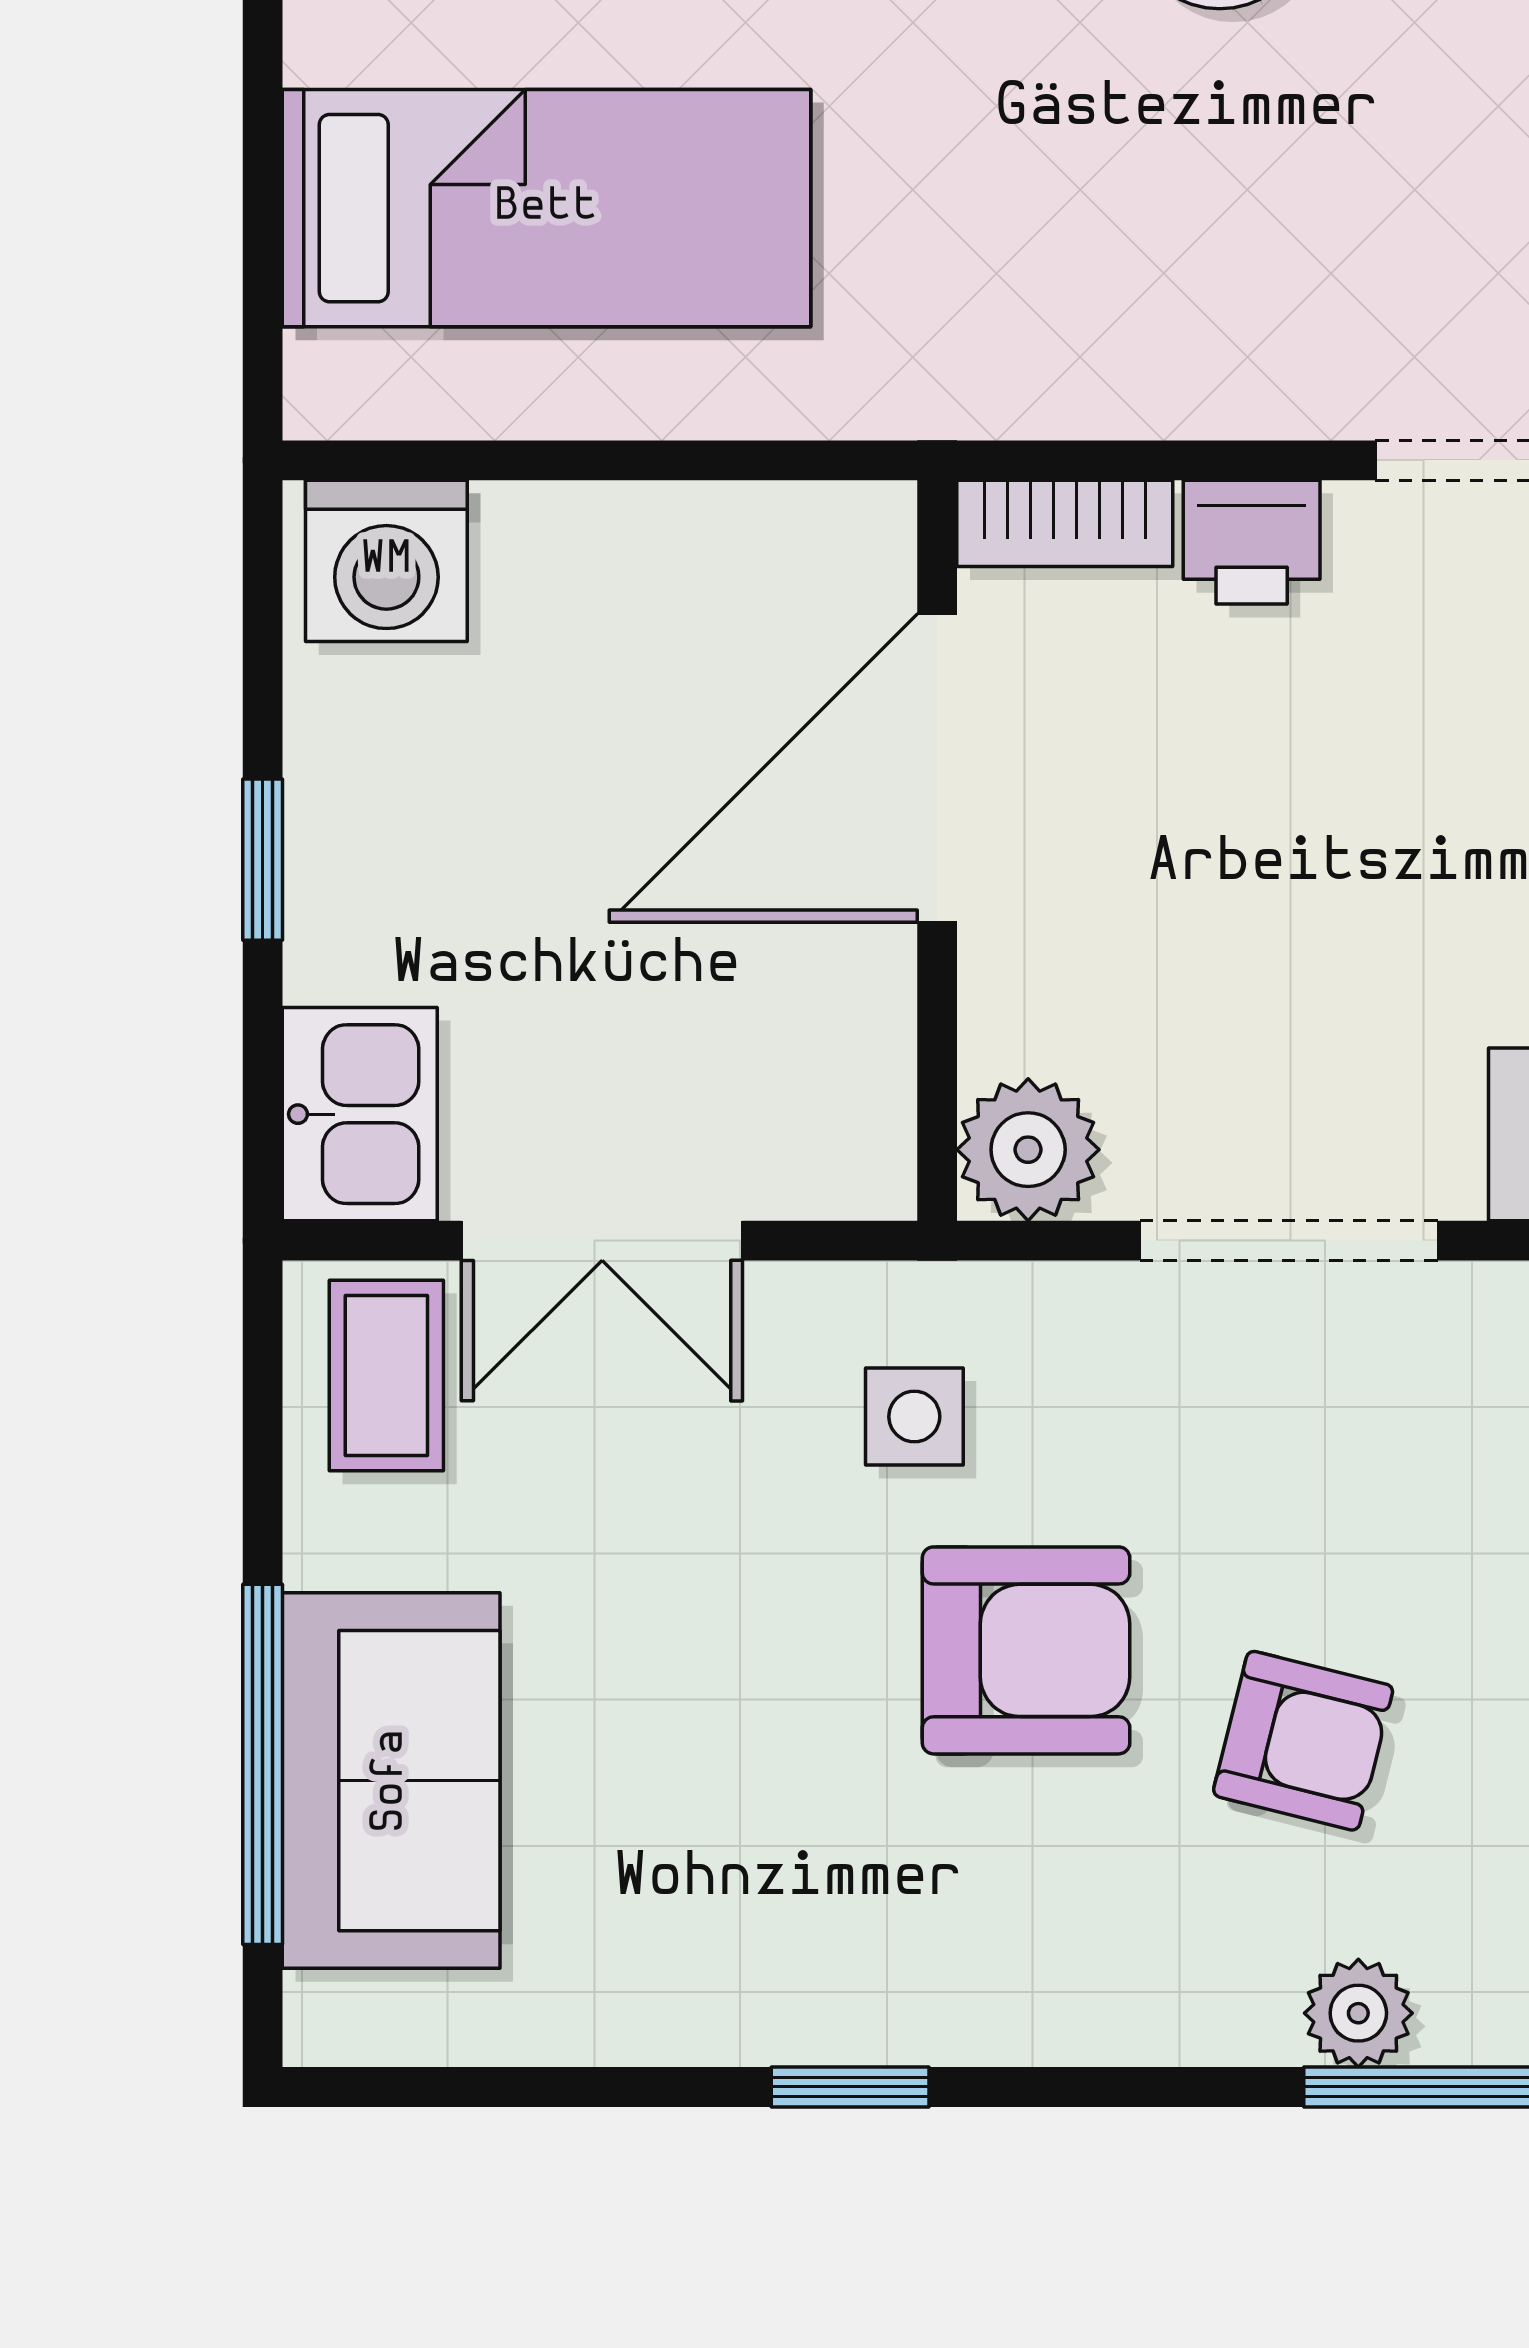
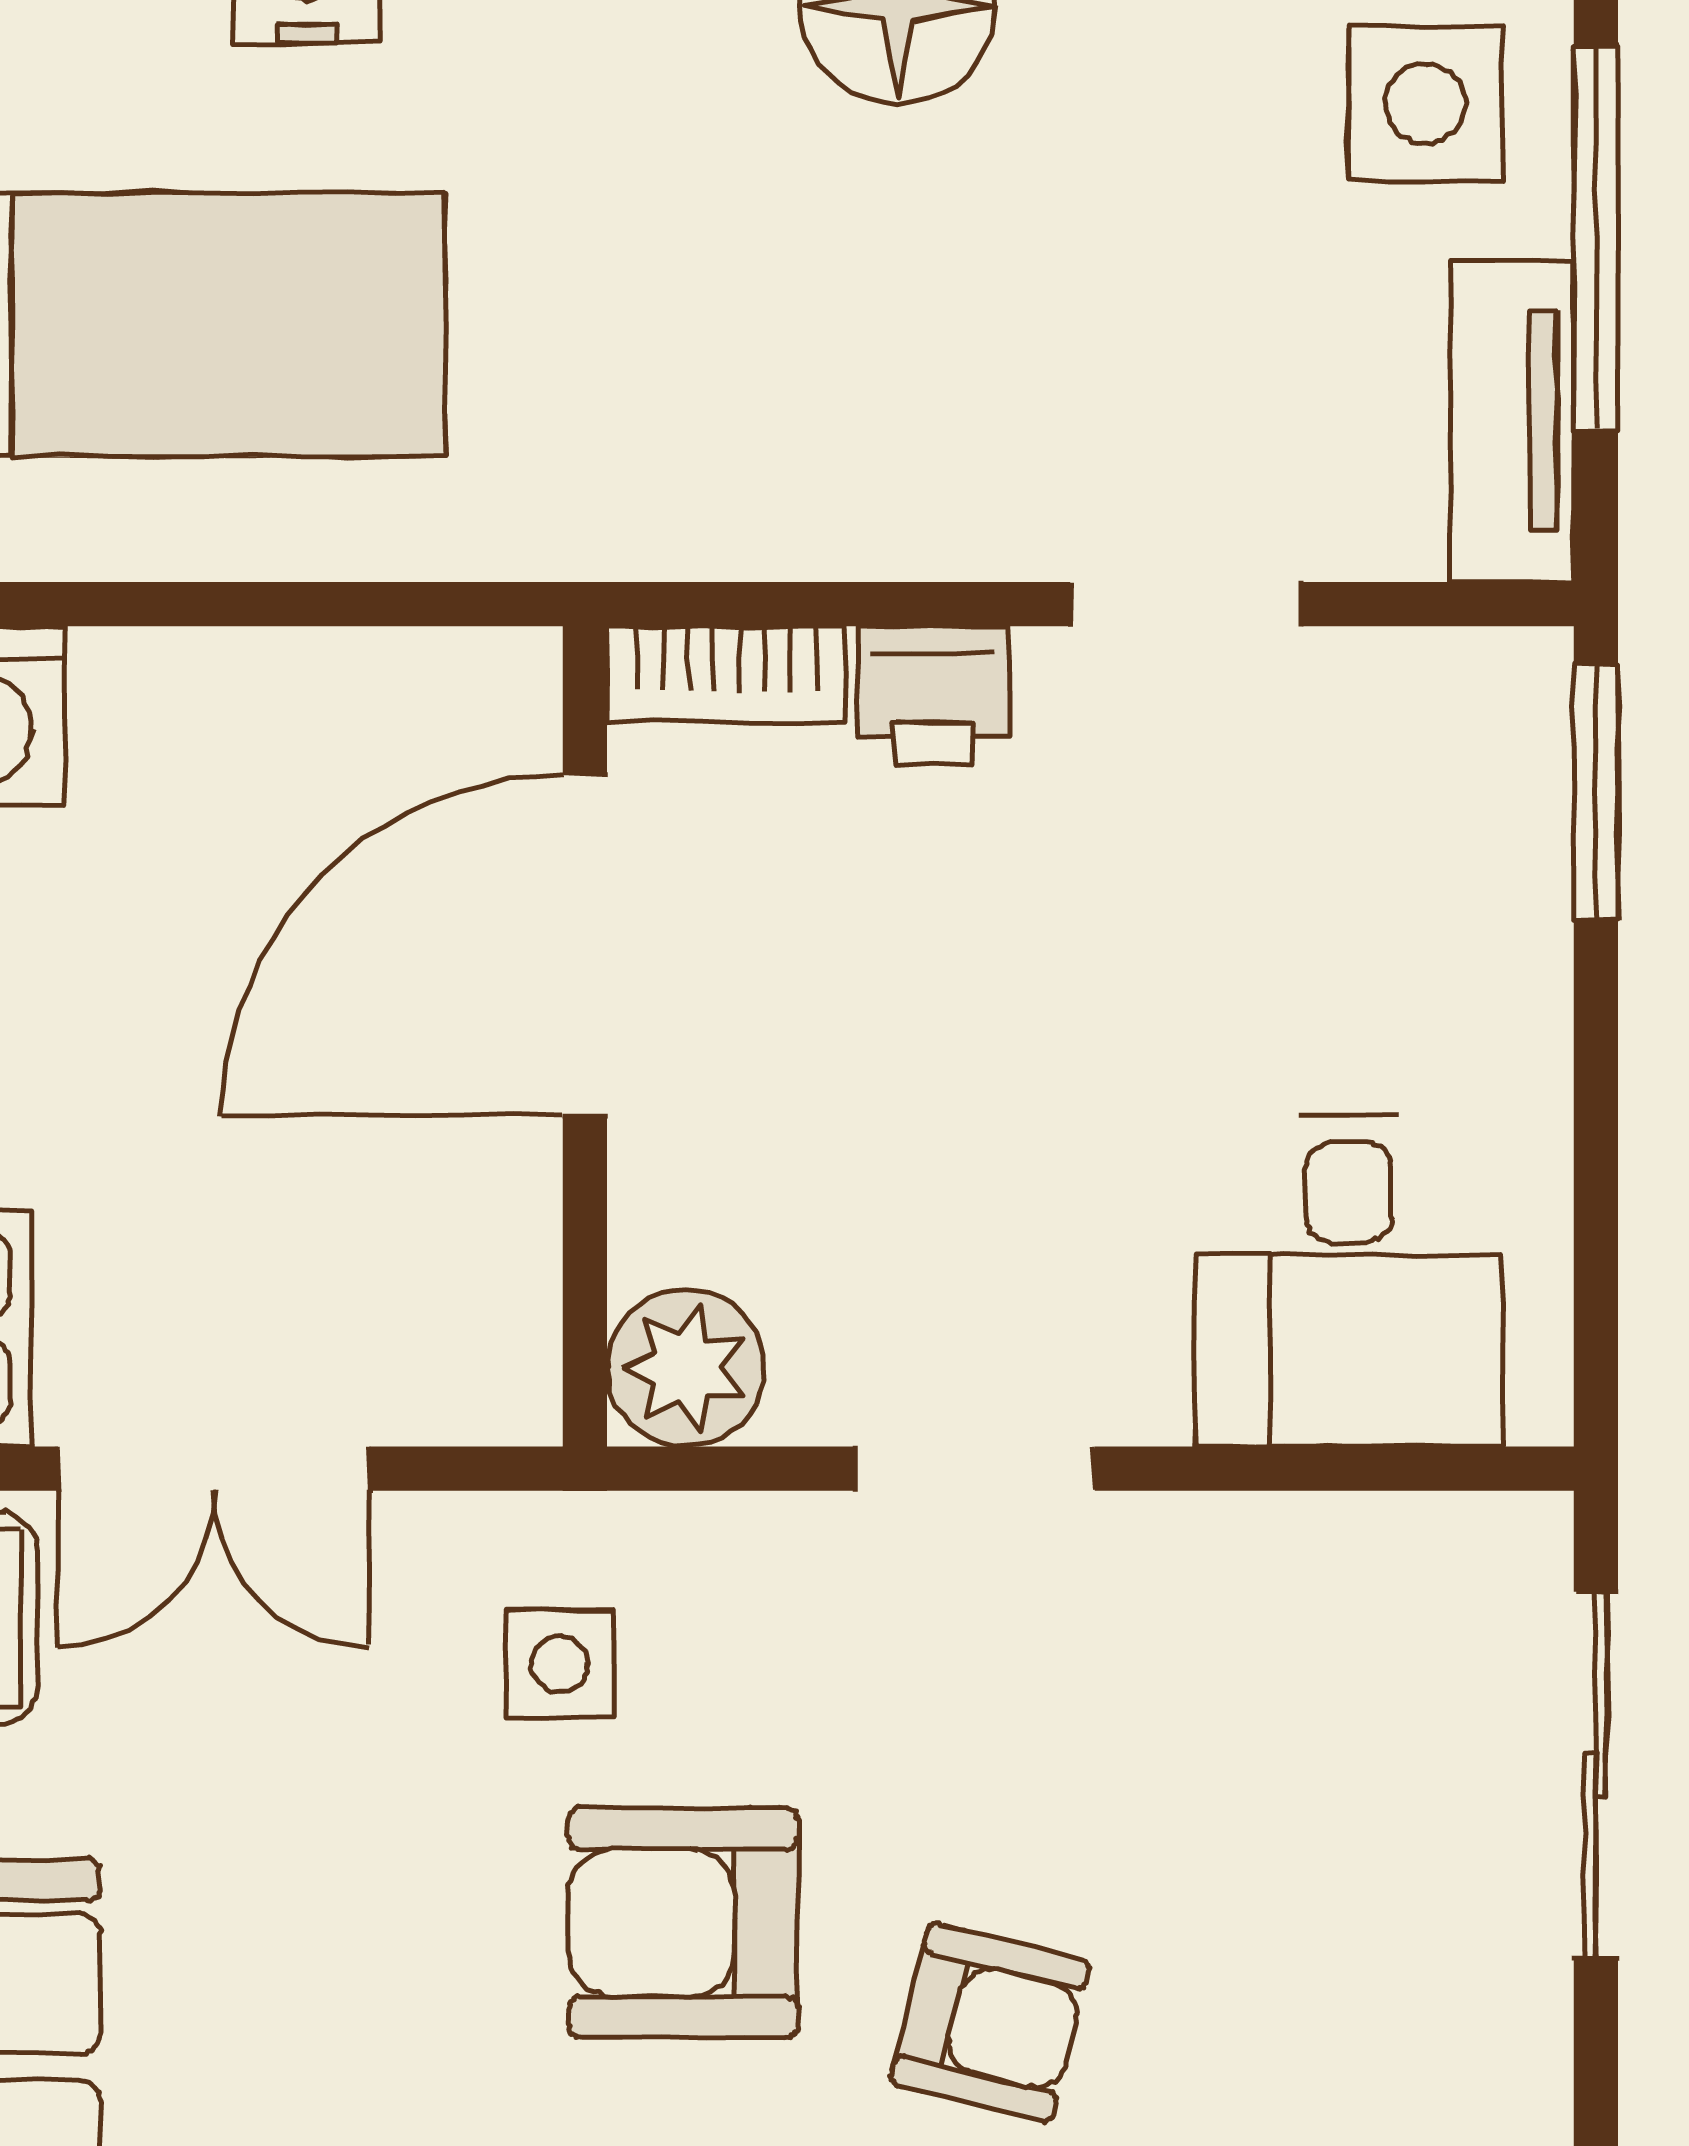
doorway: (1289, 1241) -> (975, 1469), width x0.73
armchair: (1026, 1650) -> (683, 1923), turned 180

